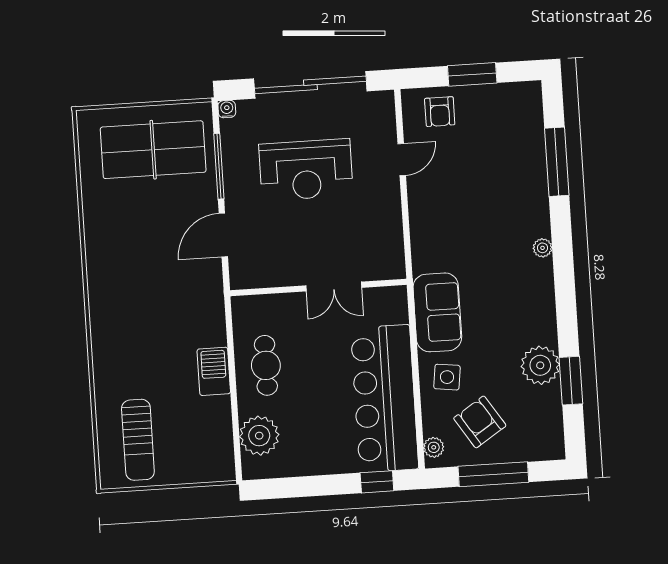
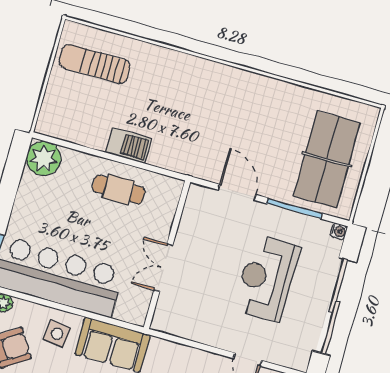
plant: (259, 436) -> (44, 158), moved

